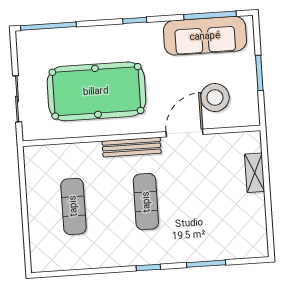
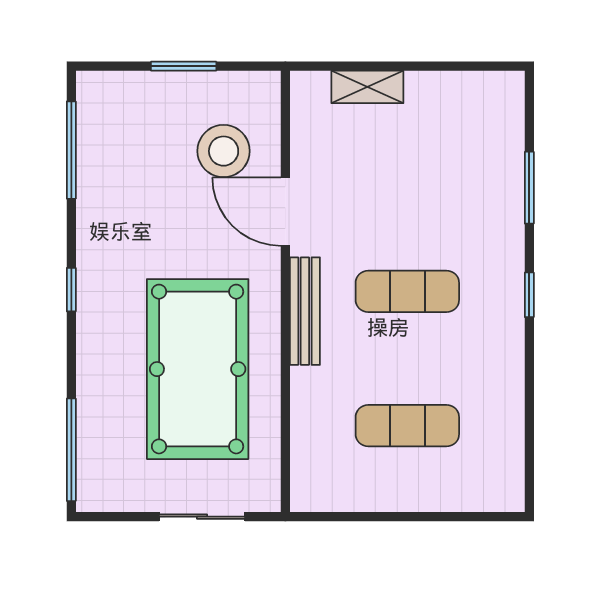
sofa: (205, 36) -> (108, 162), removed

